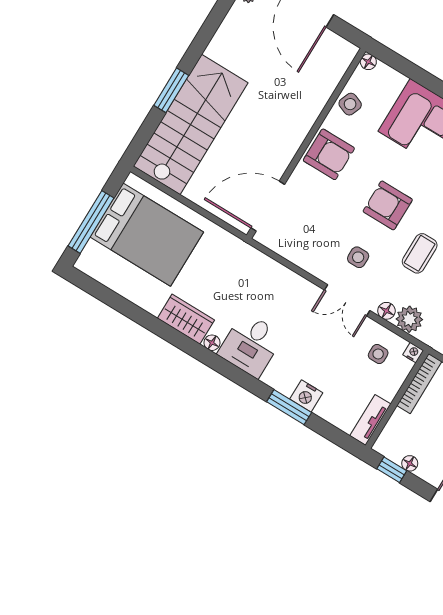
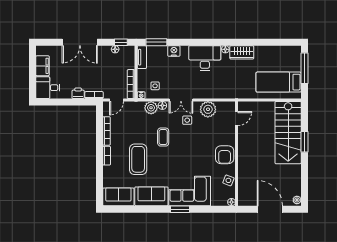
armchair: (329, 154) -> (225, 155), turned -90
armchair: (388, 205) -> (188, 149), removed
door: (268, 206) -> (237, 119), width x0.53
bed: (147, 235) -> (279, 82), width x0.67
plant: (309, 254) -> (208, 109), added
double door: (347, 300) -> (181, 100), swing flipped
desk: (251, 345) -> (205, 58), width x1.37
window: (289, 407) -> (156, 42), moved

